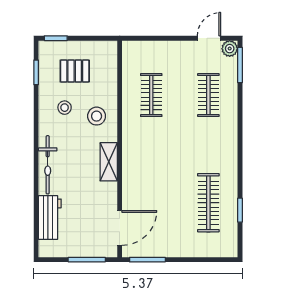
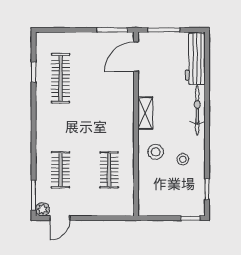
pallet: (75, 71) -> (174, 190), removed
workbench: (50, 217) -> (195, 59), width x1.38

